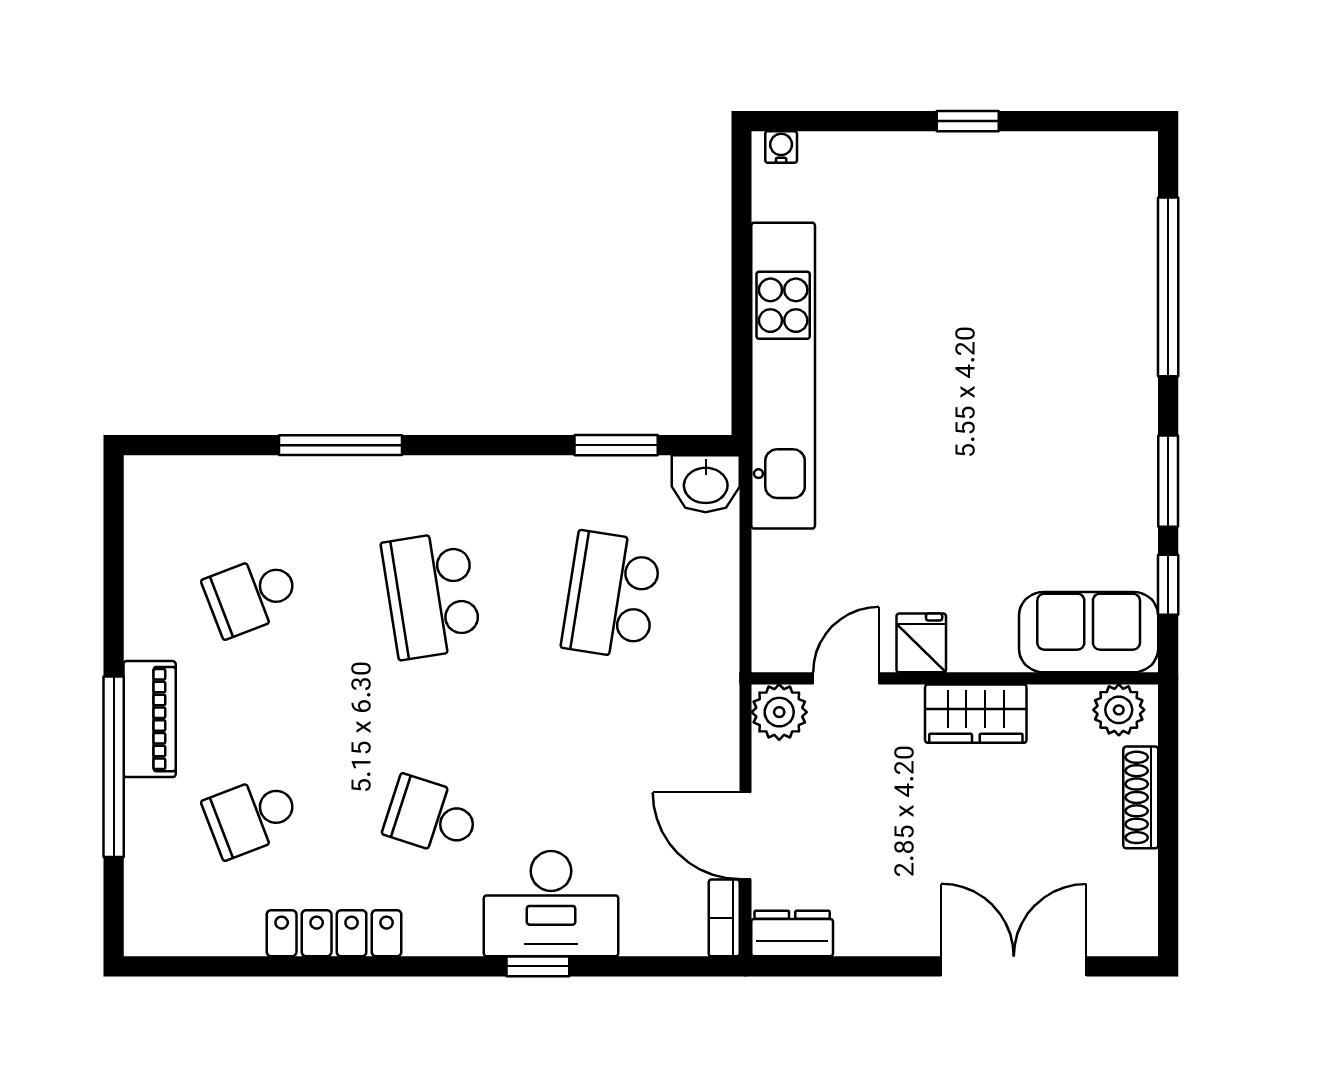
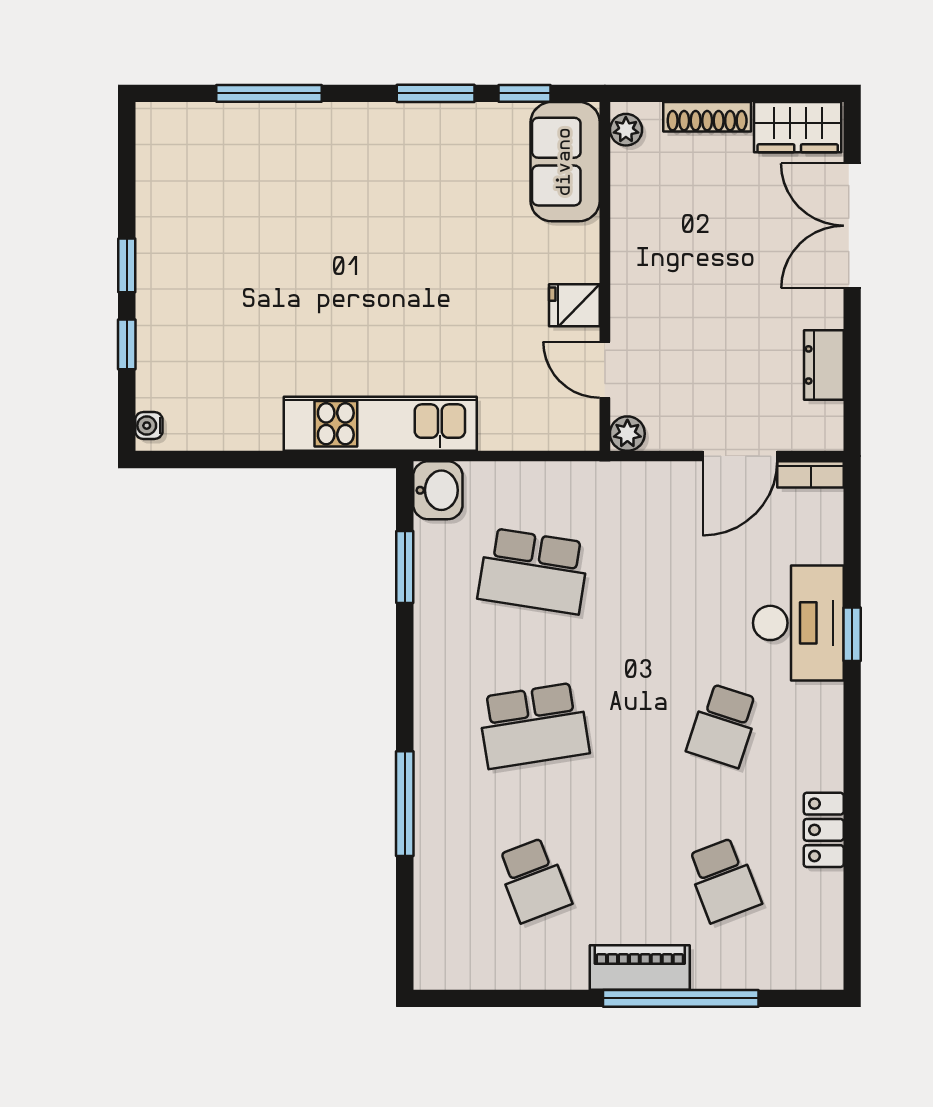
window: (876, 121) -> (127, 344), added
window: (1168, 287) -> (269, 93), width x0.68
kitchen unit: (783, 376) -> (380, 424), width x0.73
plant: (1119, 710) -> (626, 130), width x0.73, depth x0.73
plant: (779, 712) -> (627, 434), width x0.73, depth x0.73
wardrobe: (976, 714) -> (798, 127), moved, turned 90
locker: (334, 933) -> (824, 830), width x0.66
dresser: (792, 934) -> (824, 365), moved

